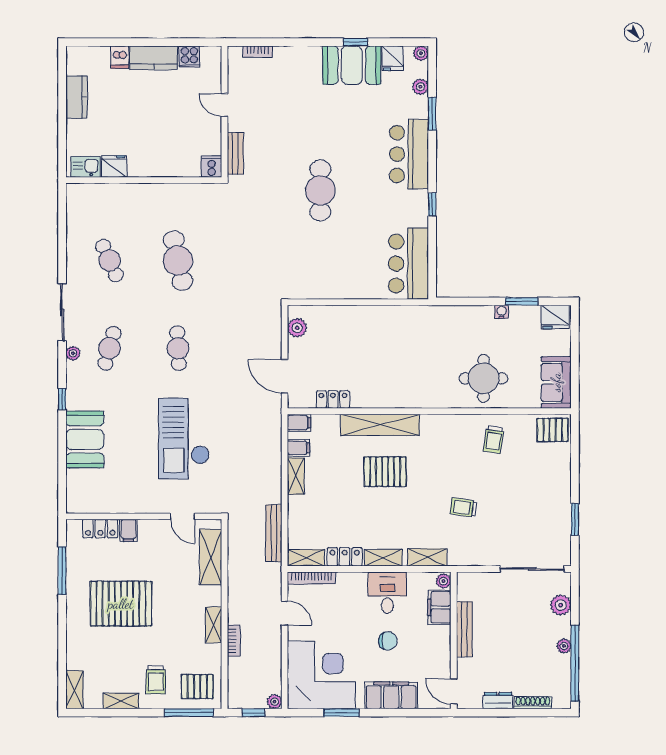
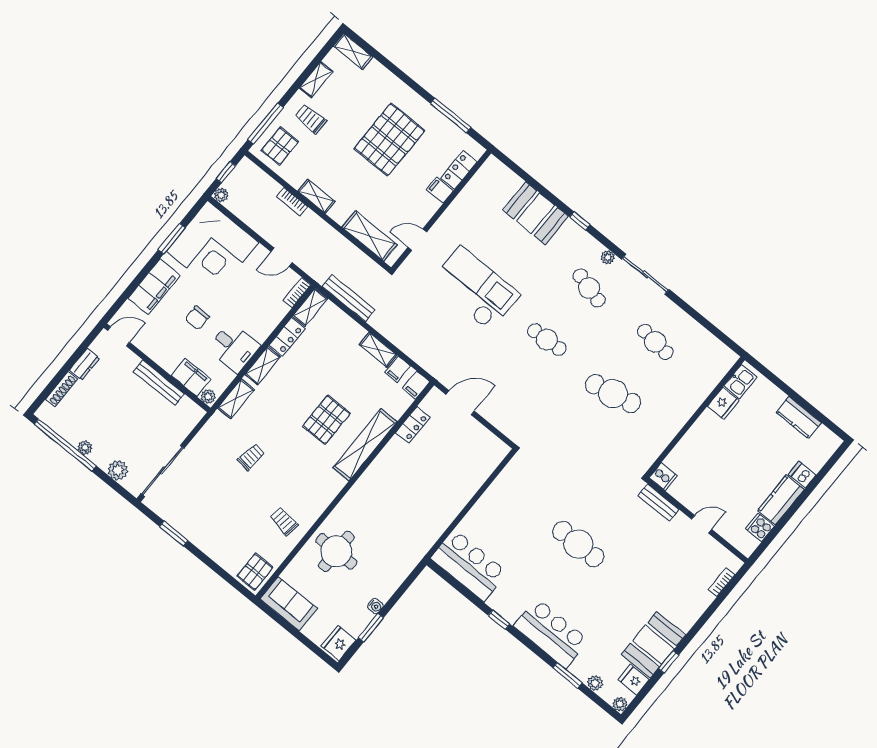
cafe table: (109, 261) -> (655, 342), turned 30
plant: (297, 328) -> (489, 442), removed
bookcase: (311, 578) -> (297, 292), width x0.64

